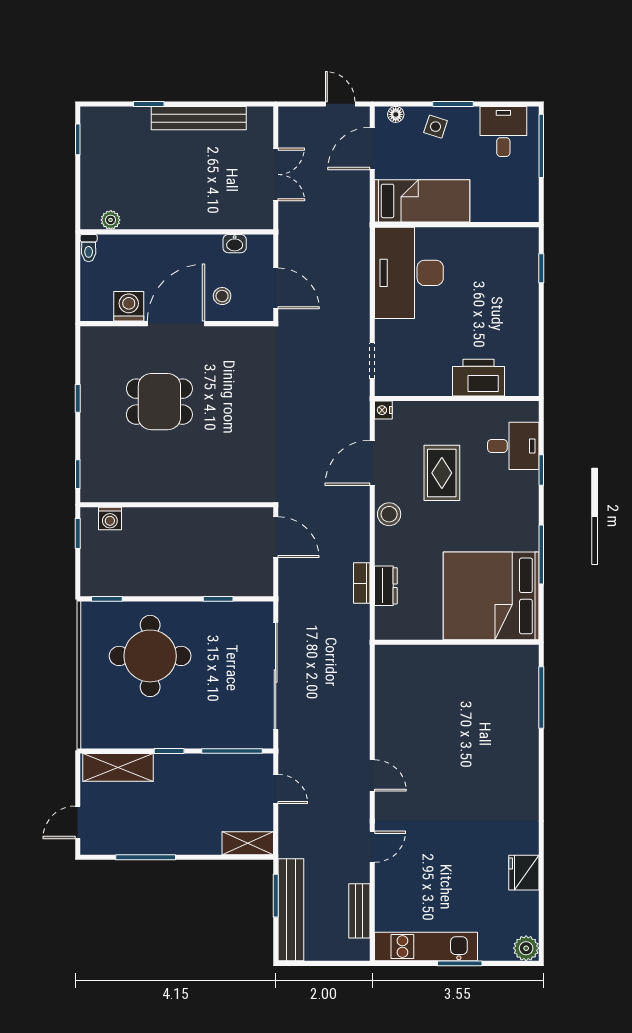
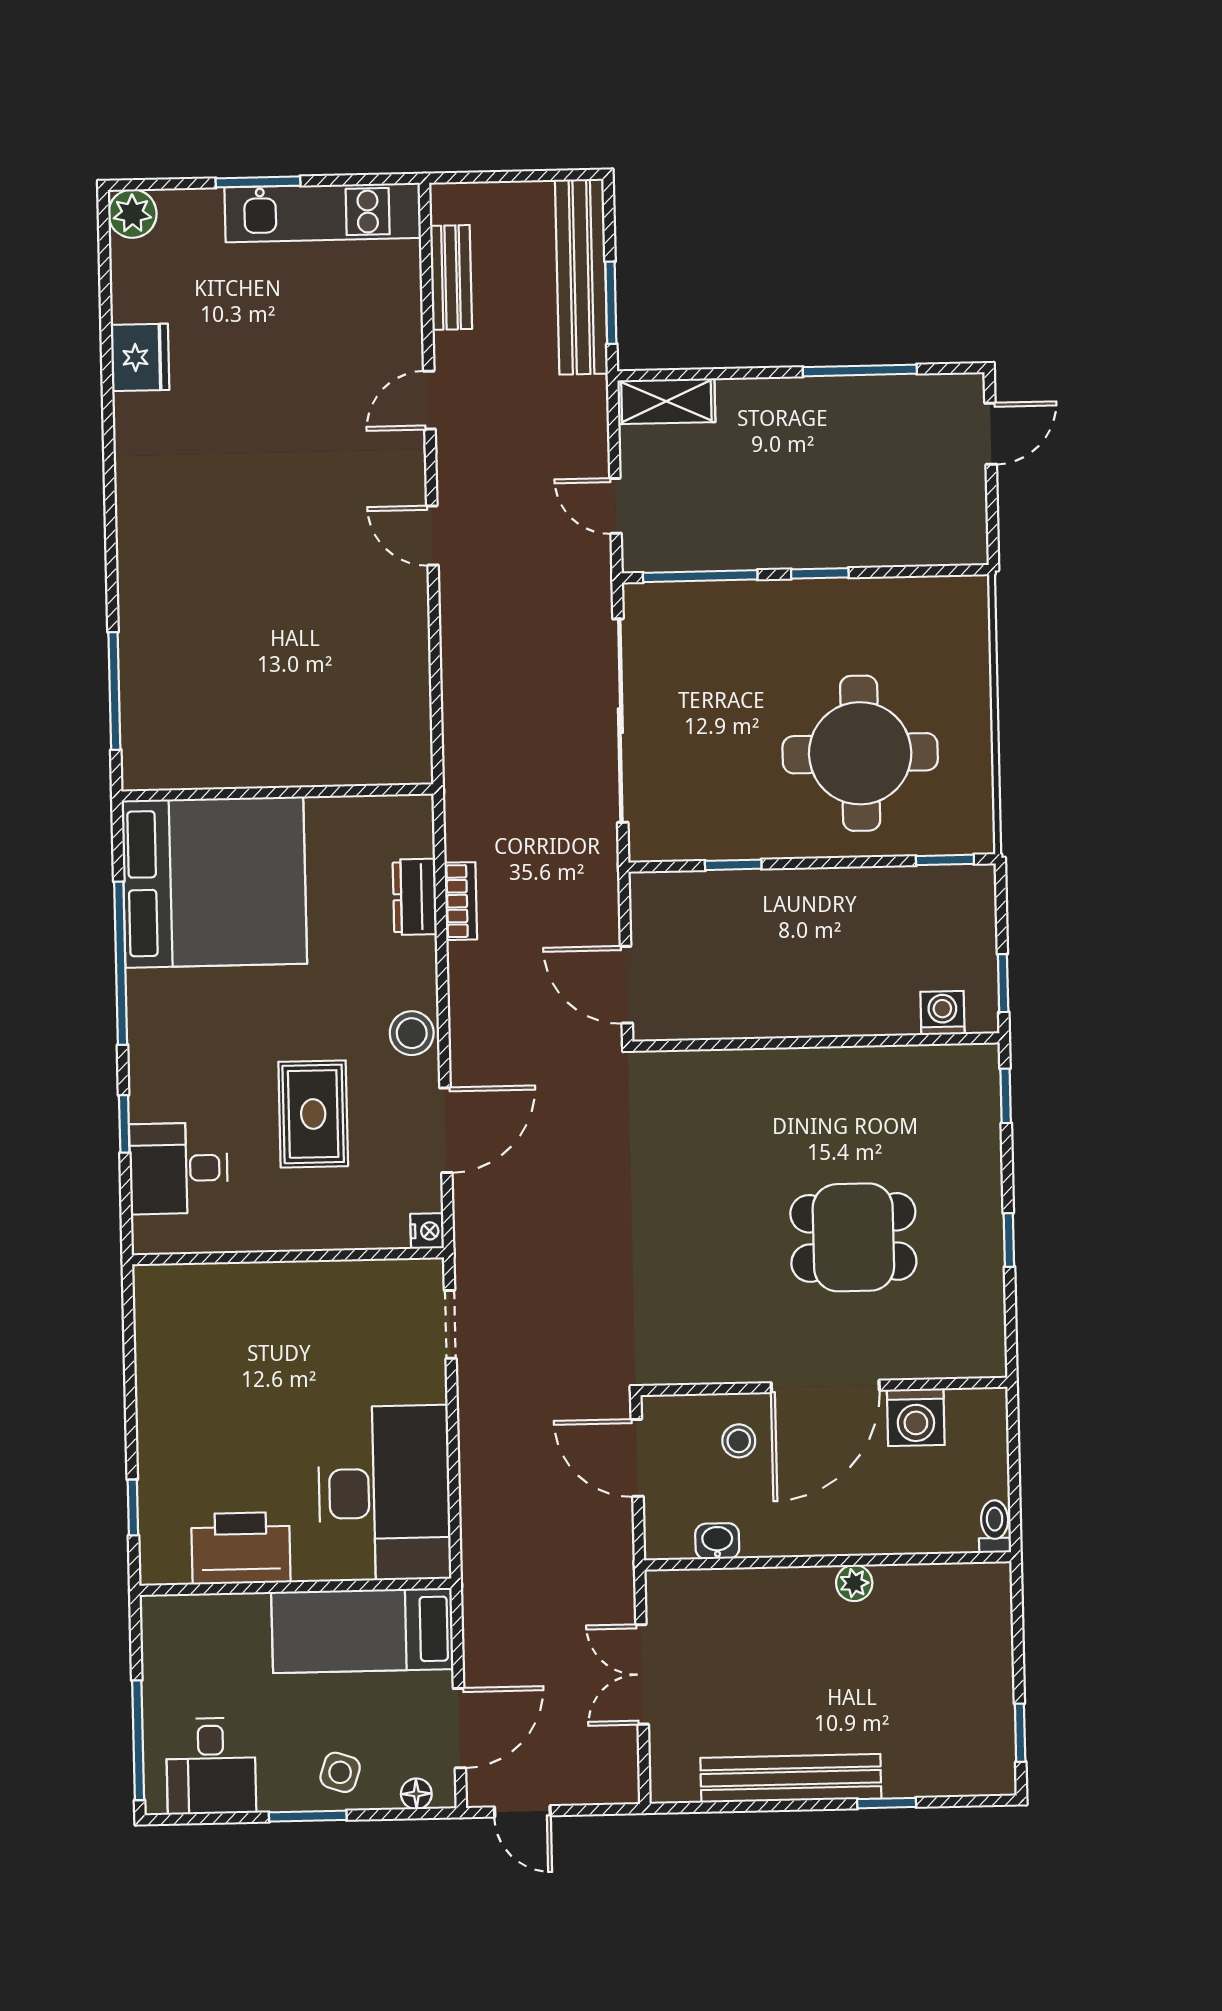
plant: (111, 220) -> (854, 1583), moved
printer: (478, 378) -> (241, 1548), moved, turned 180
window: (541, 554) -> (121, 963), width x1.46
shelving: (118, 767) -> (916, 540), removed

